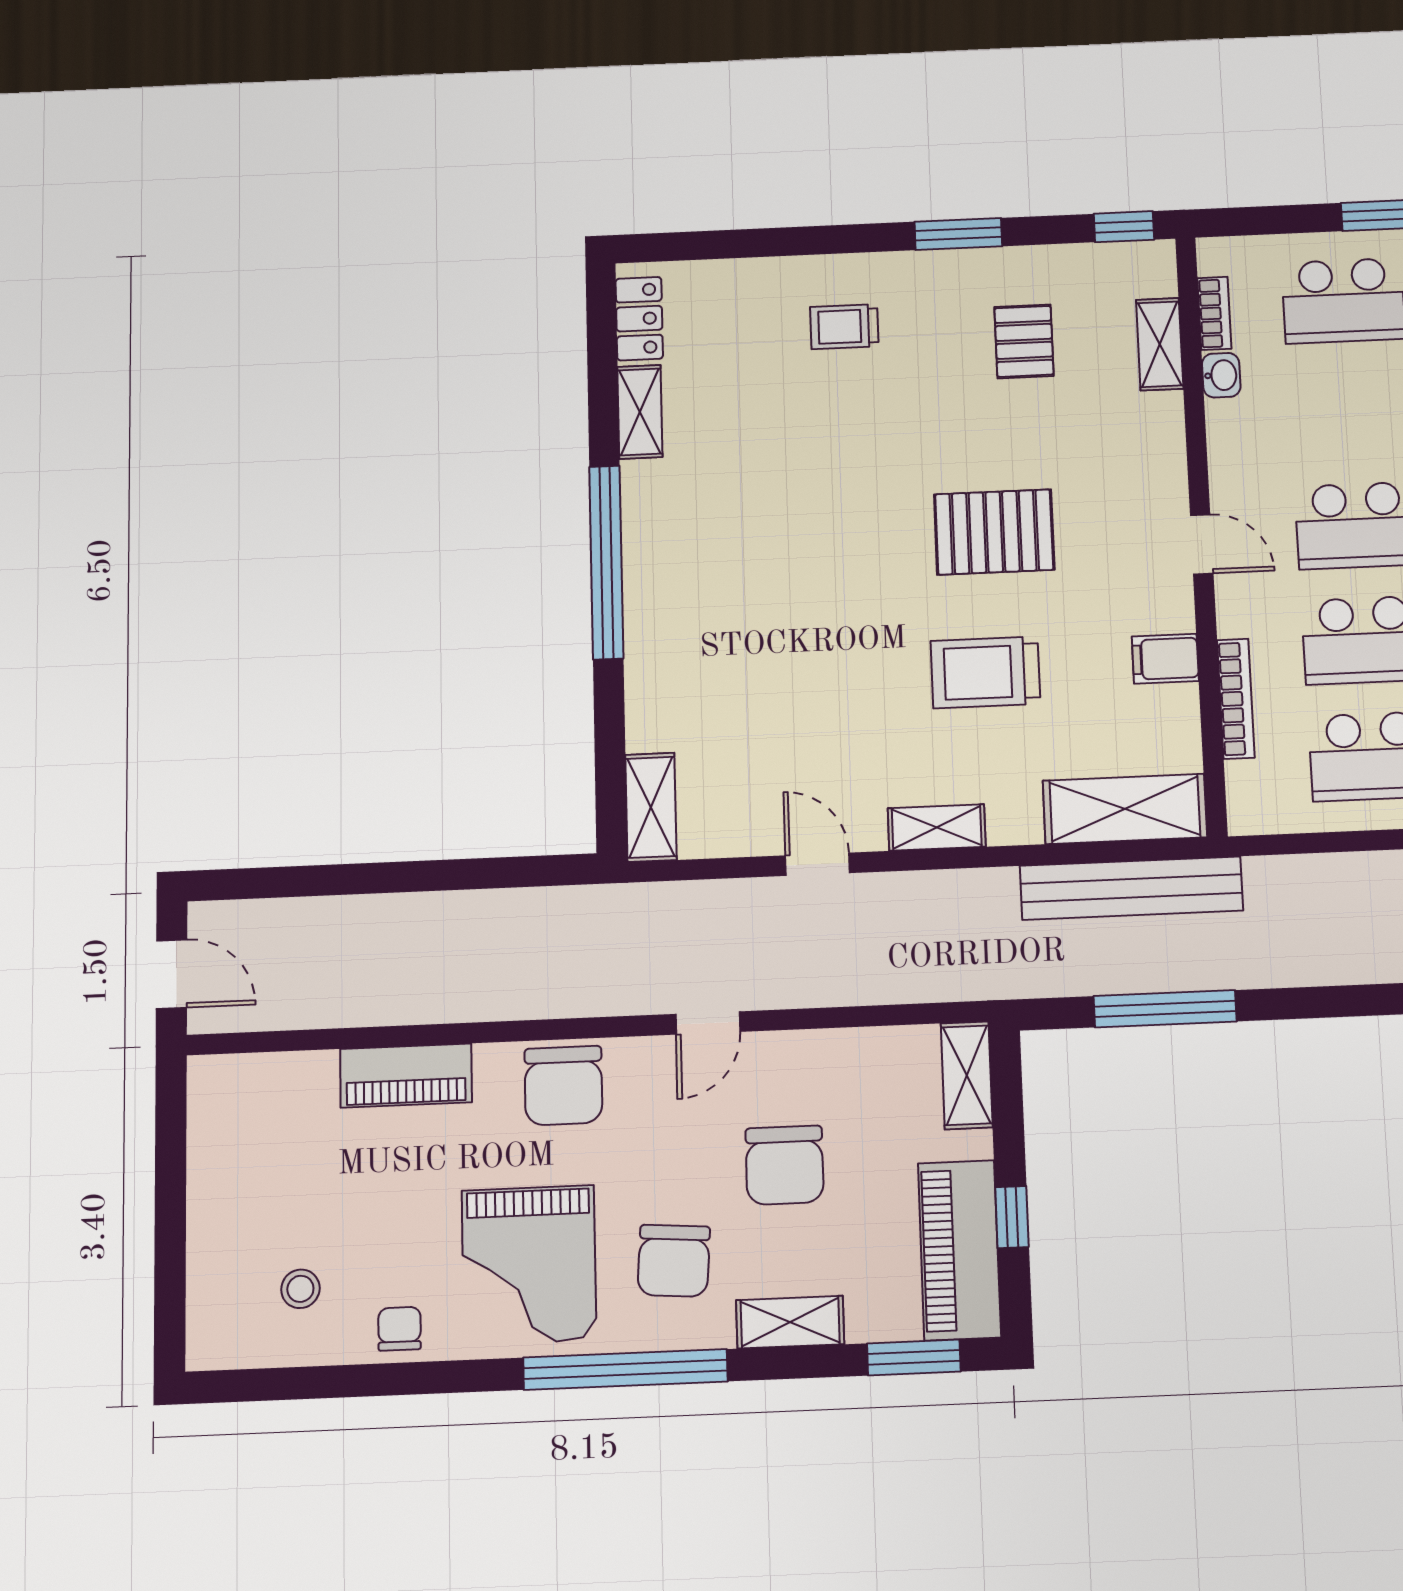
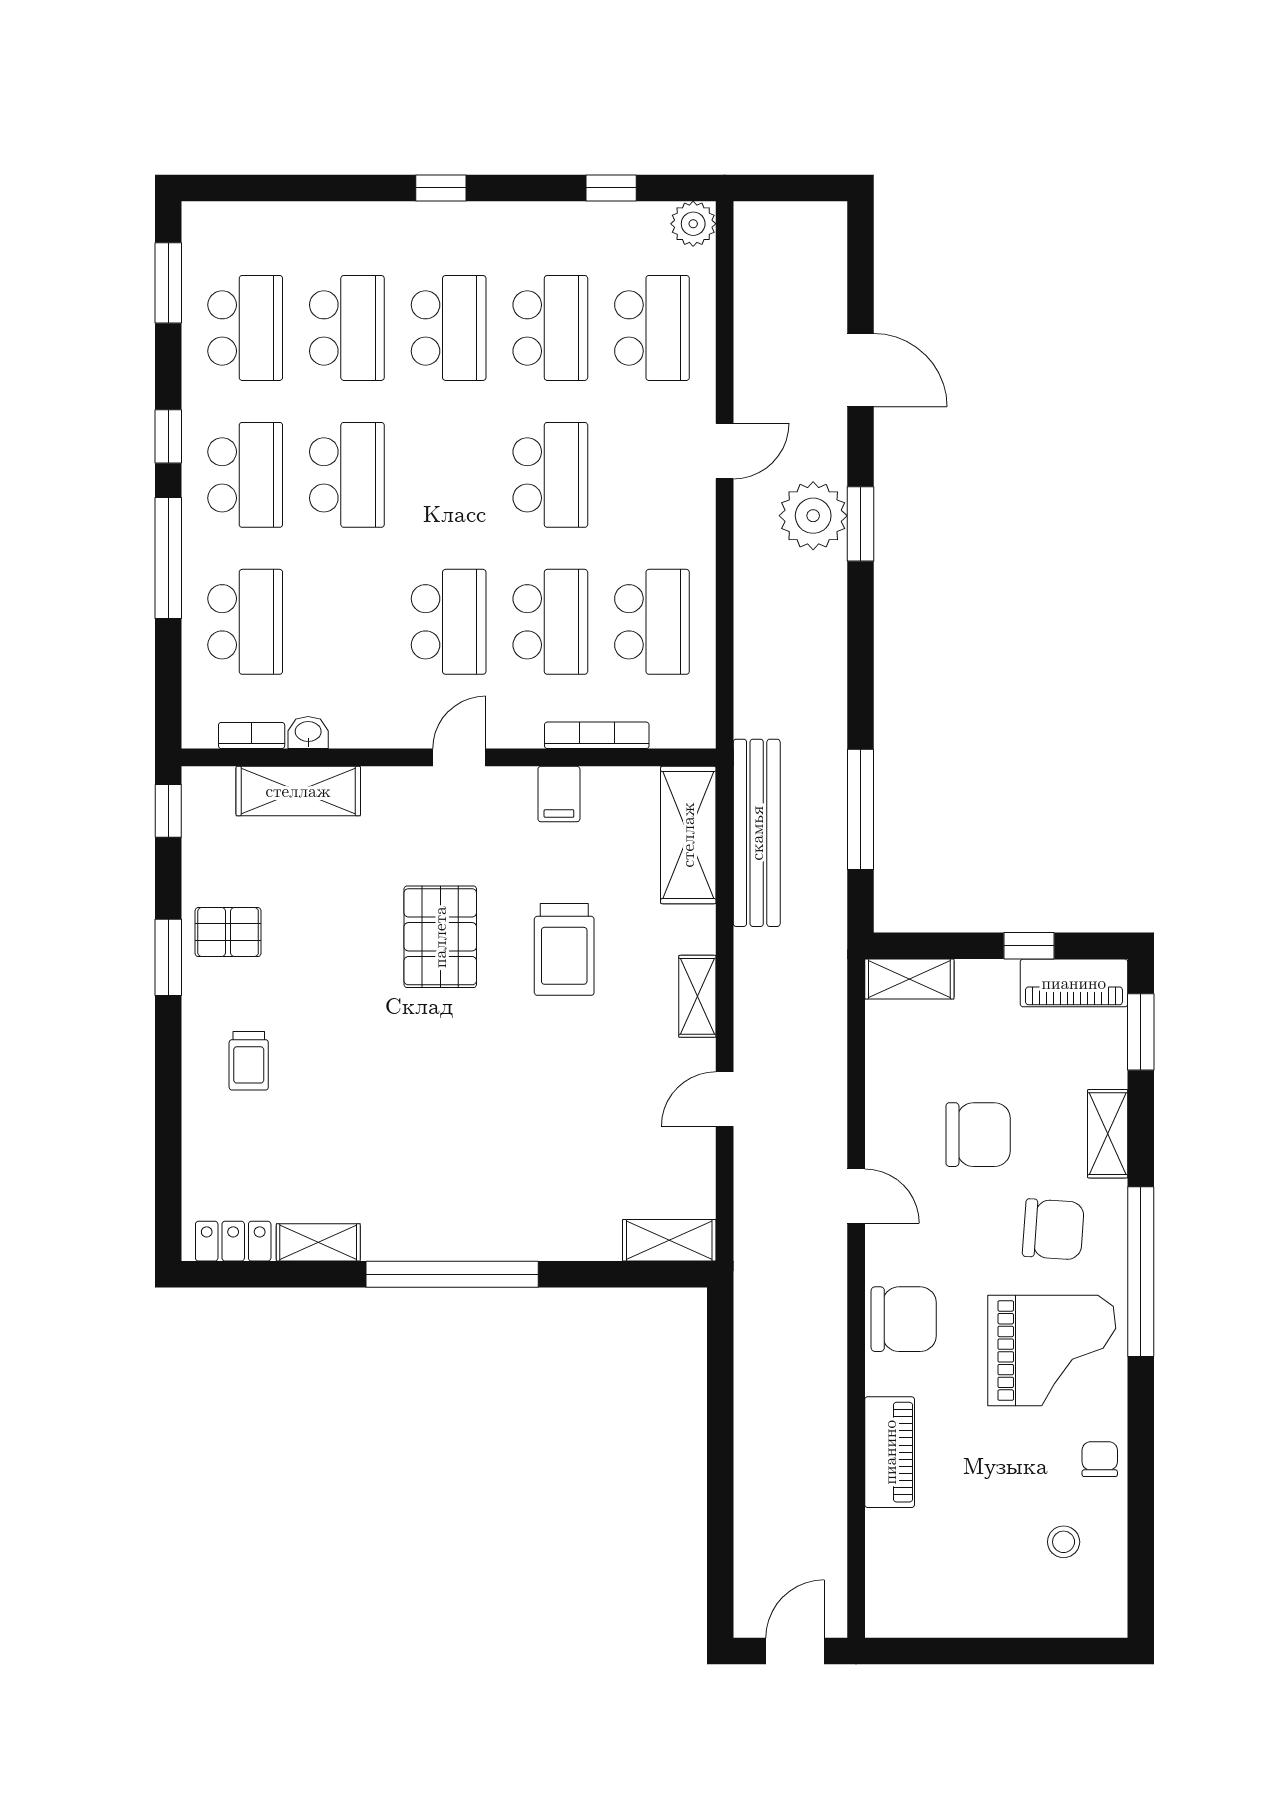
pallet: (1024, 341) -> (228, 932), moved
shelving: (1160, 344) -> (298, 791), width x1.50, depth x1.33
piano: (959, 1250) -> (1074, 983), width x0.73, depth x0.75
chair: (400, 1329) -> (1100, 1459), turned 90

